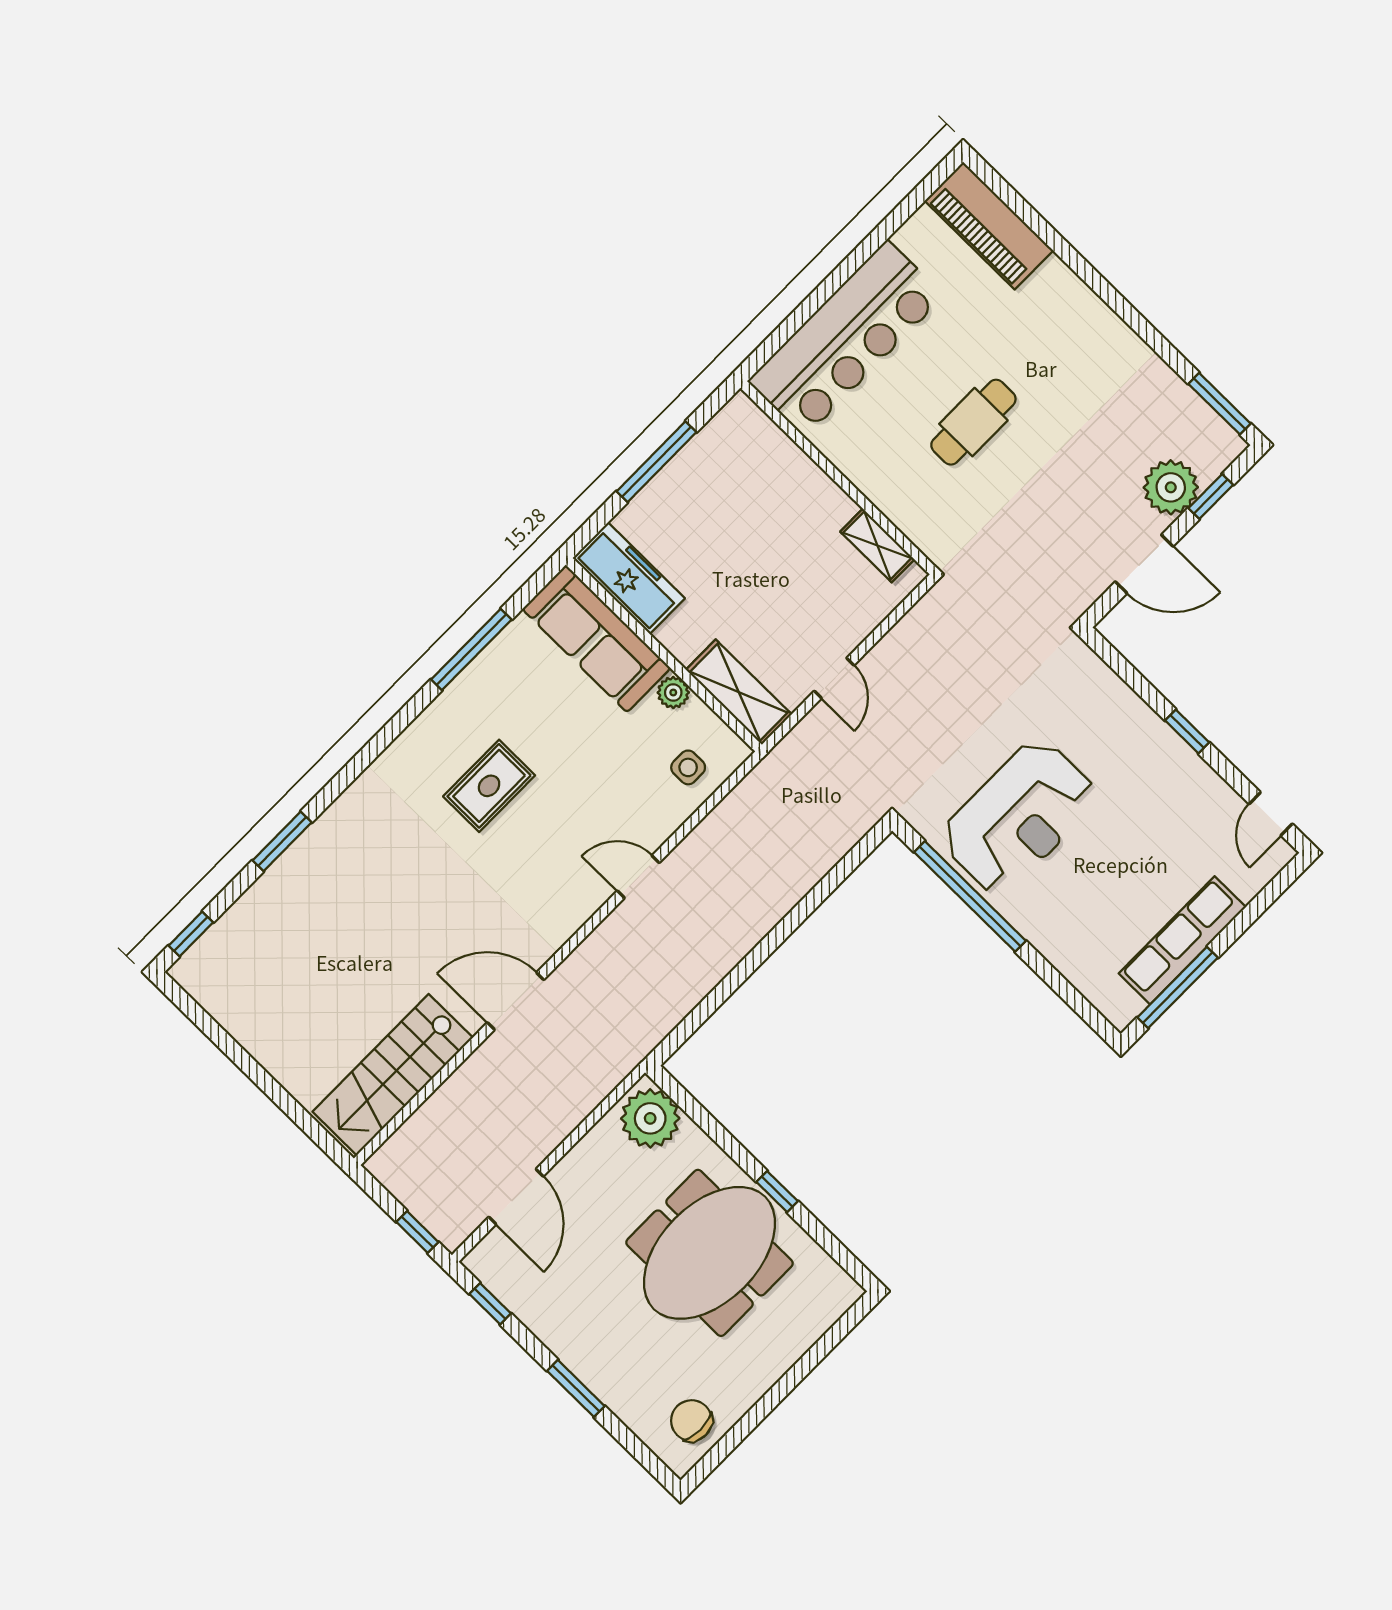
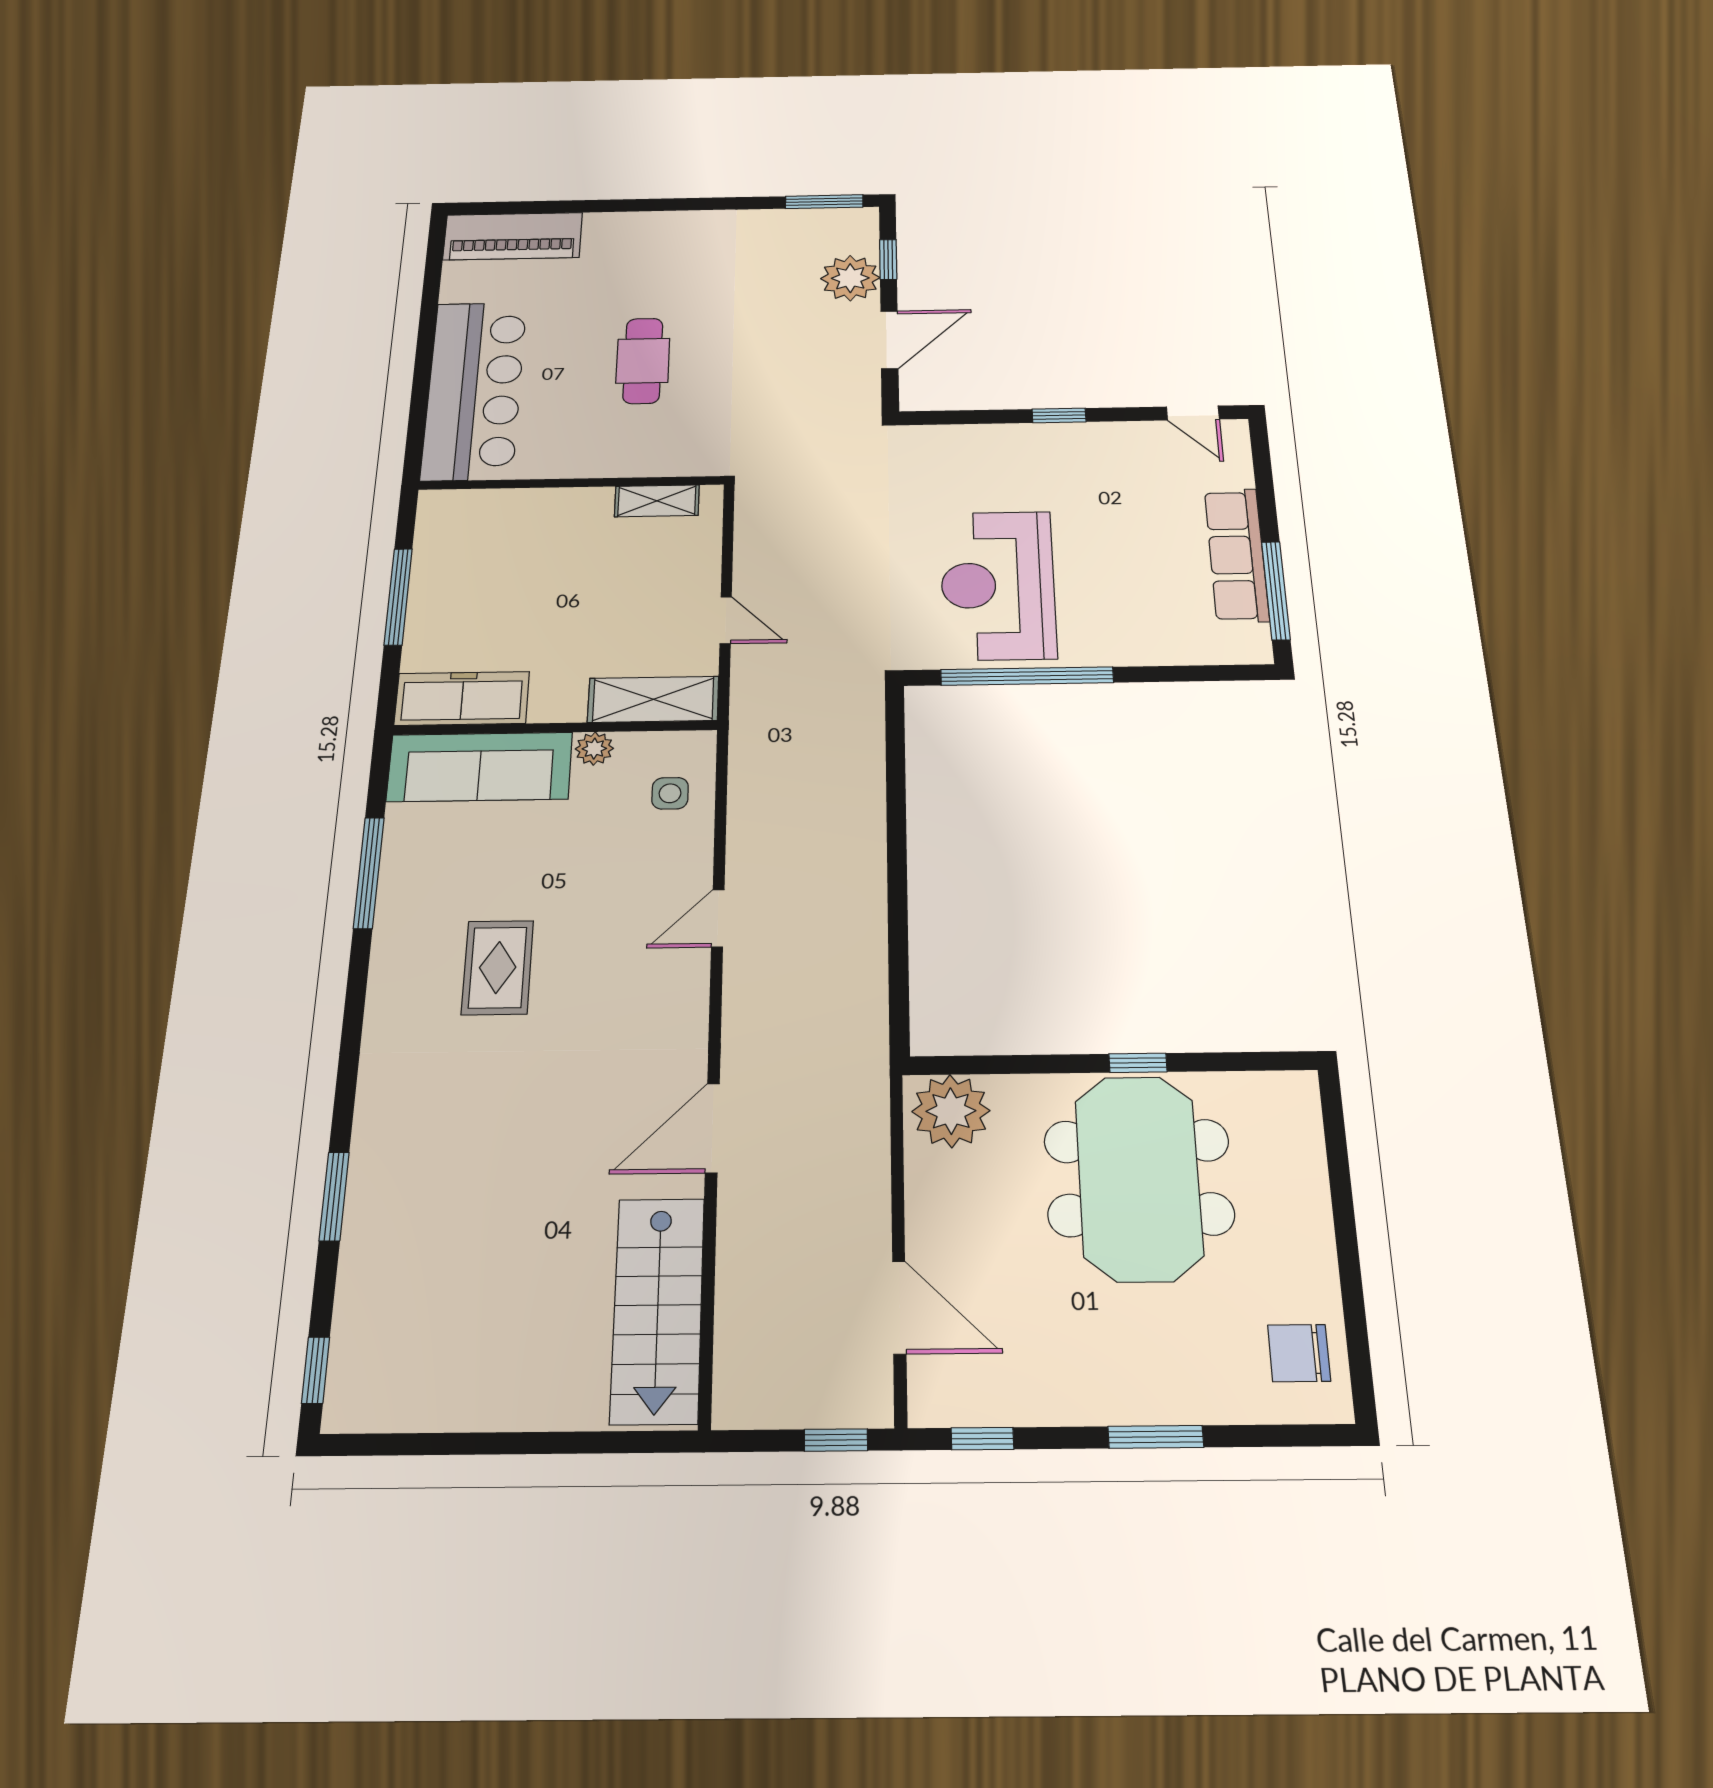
reception desk: (1019, 817) -> (998, 585), turned 180

